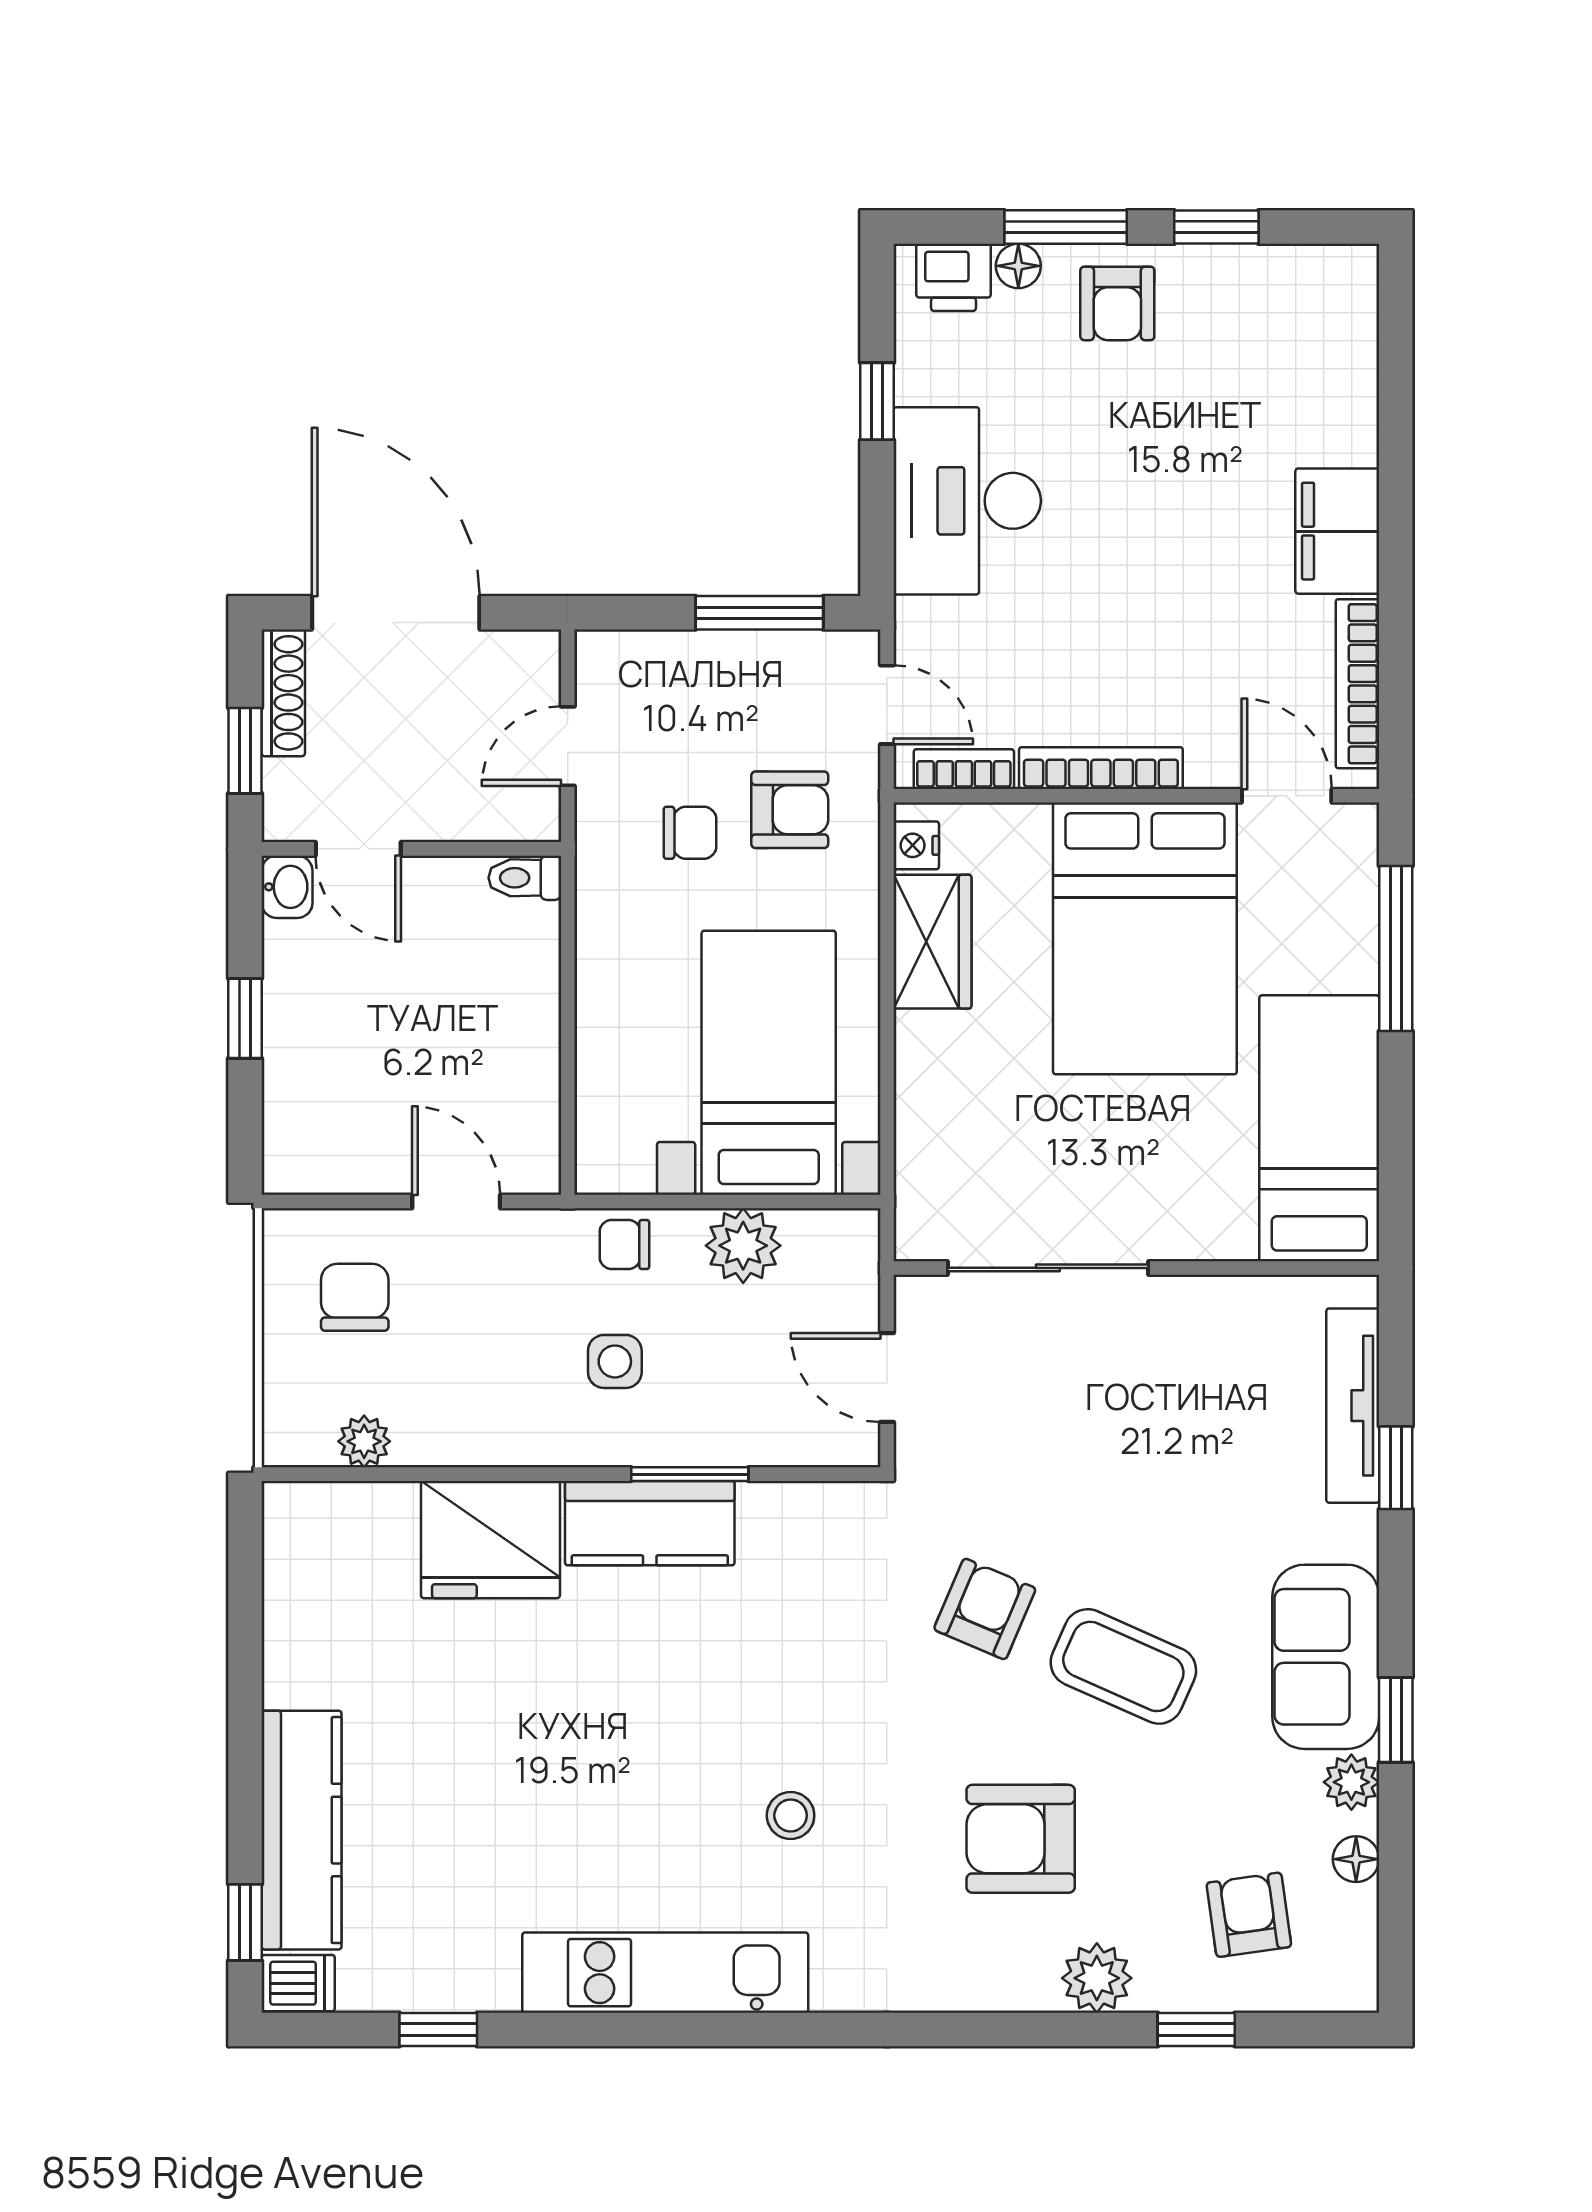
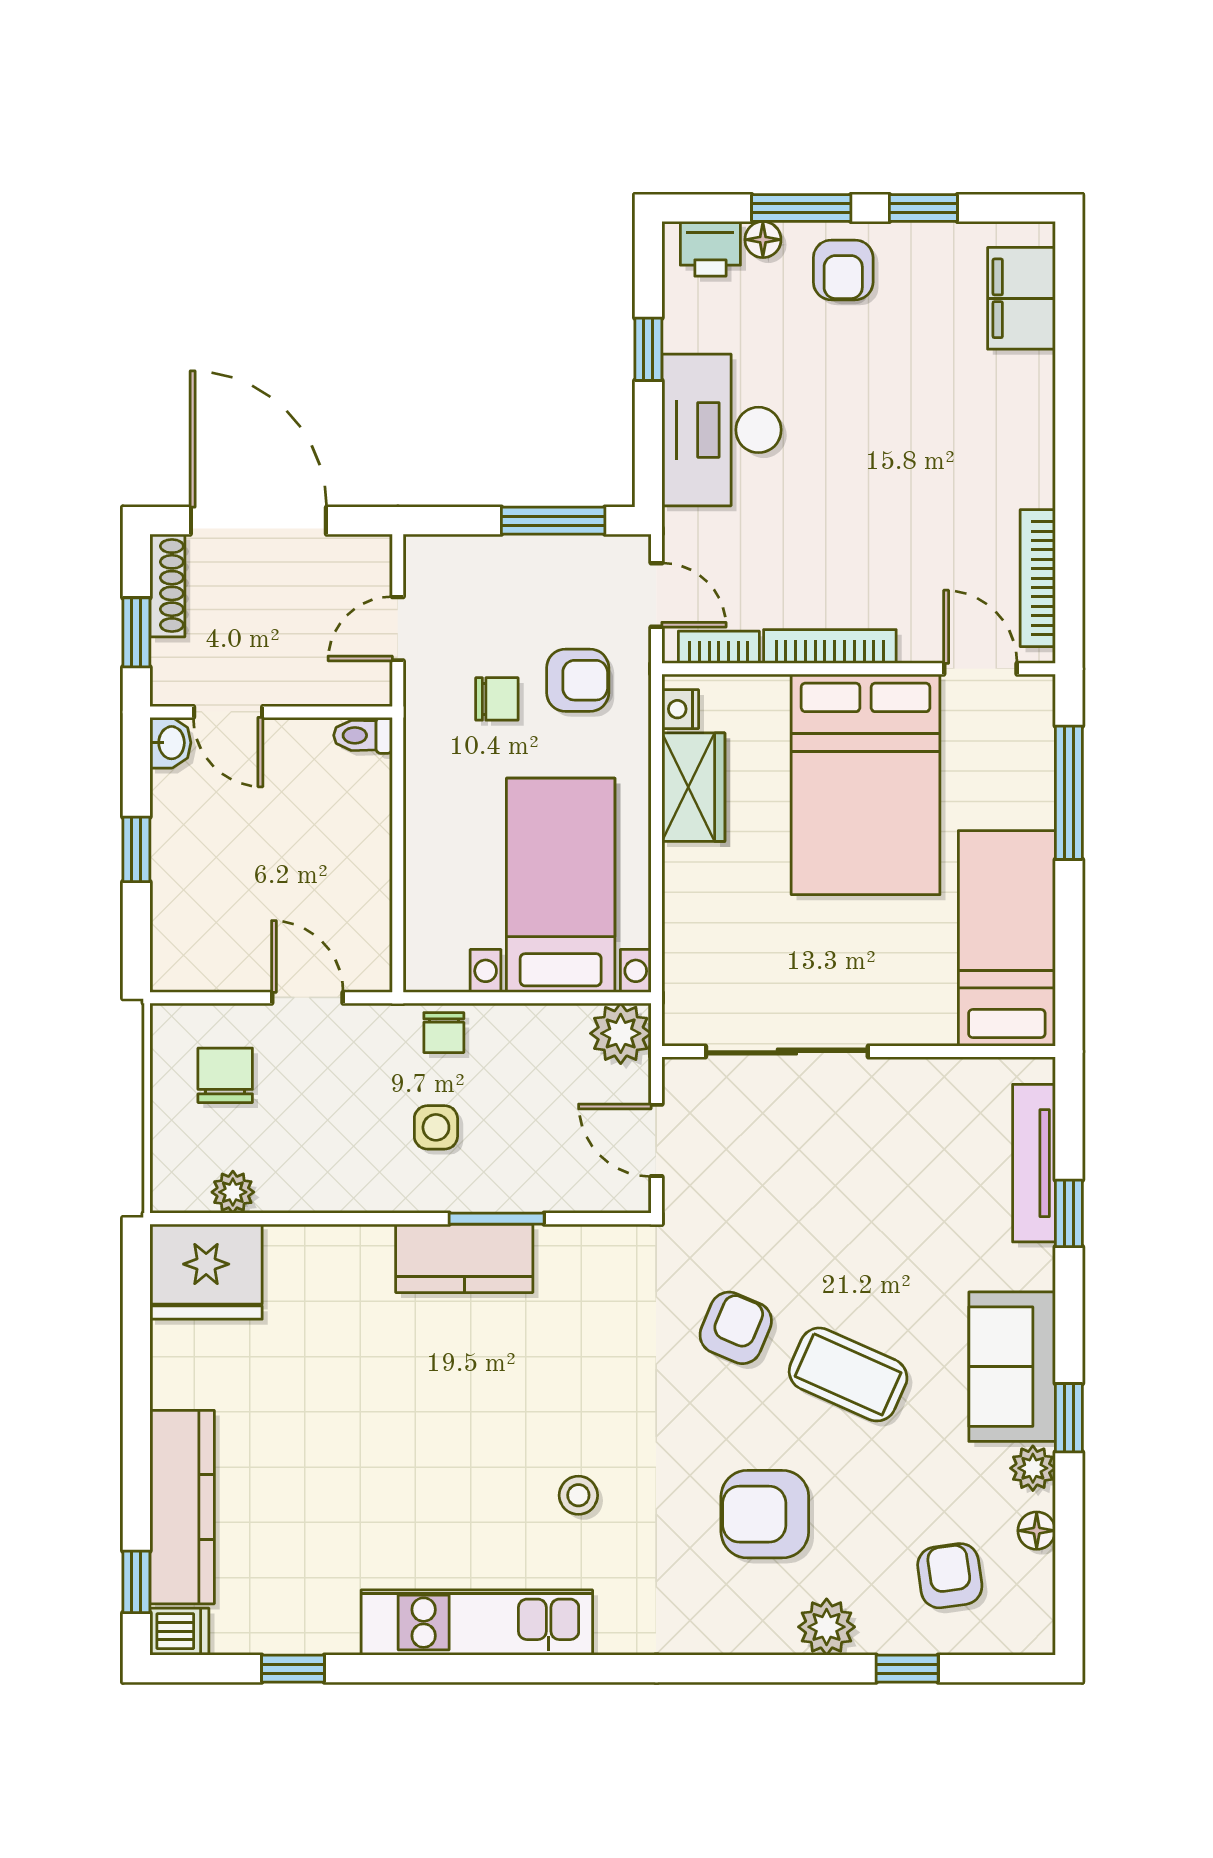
filing cabinet: (1337, 531) -> (1021, 298), moved
chair: (624, 1245) -> (444, 1033), turned -90
plant: (743, 1246) -> (621, 1033), moved
fridge: (490, 1540) -> (206, 1272), moved

